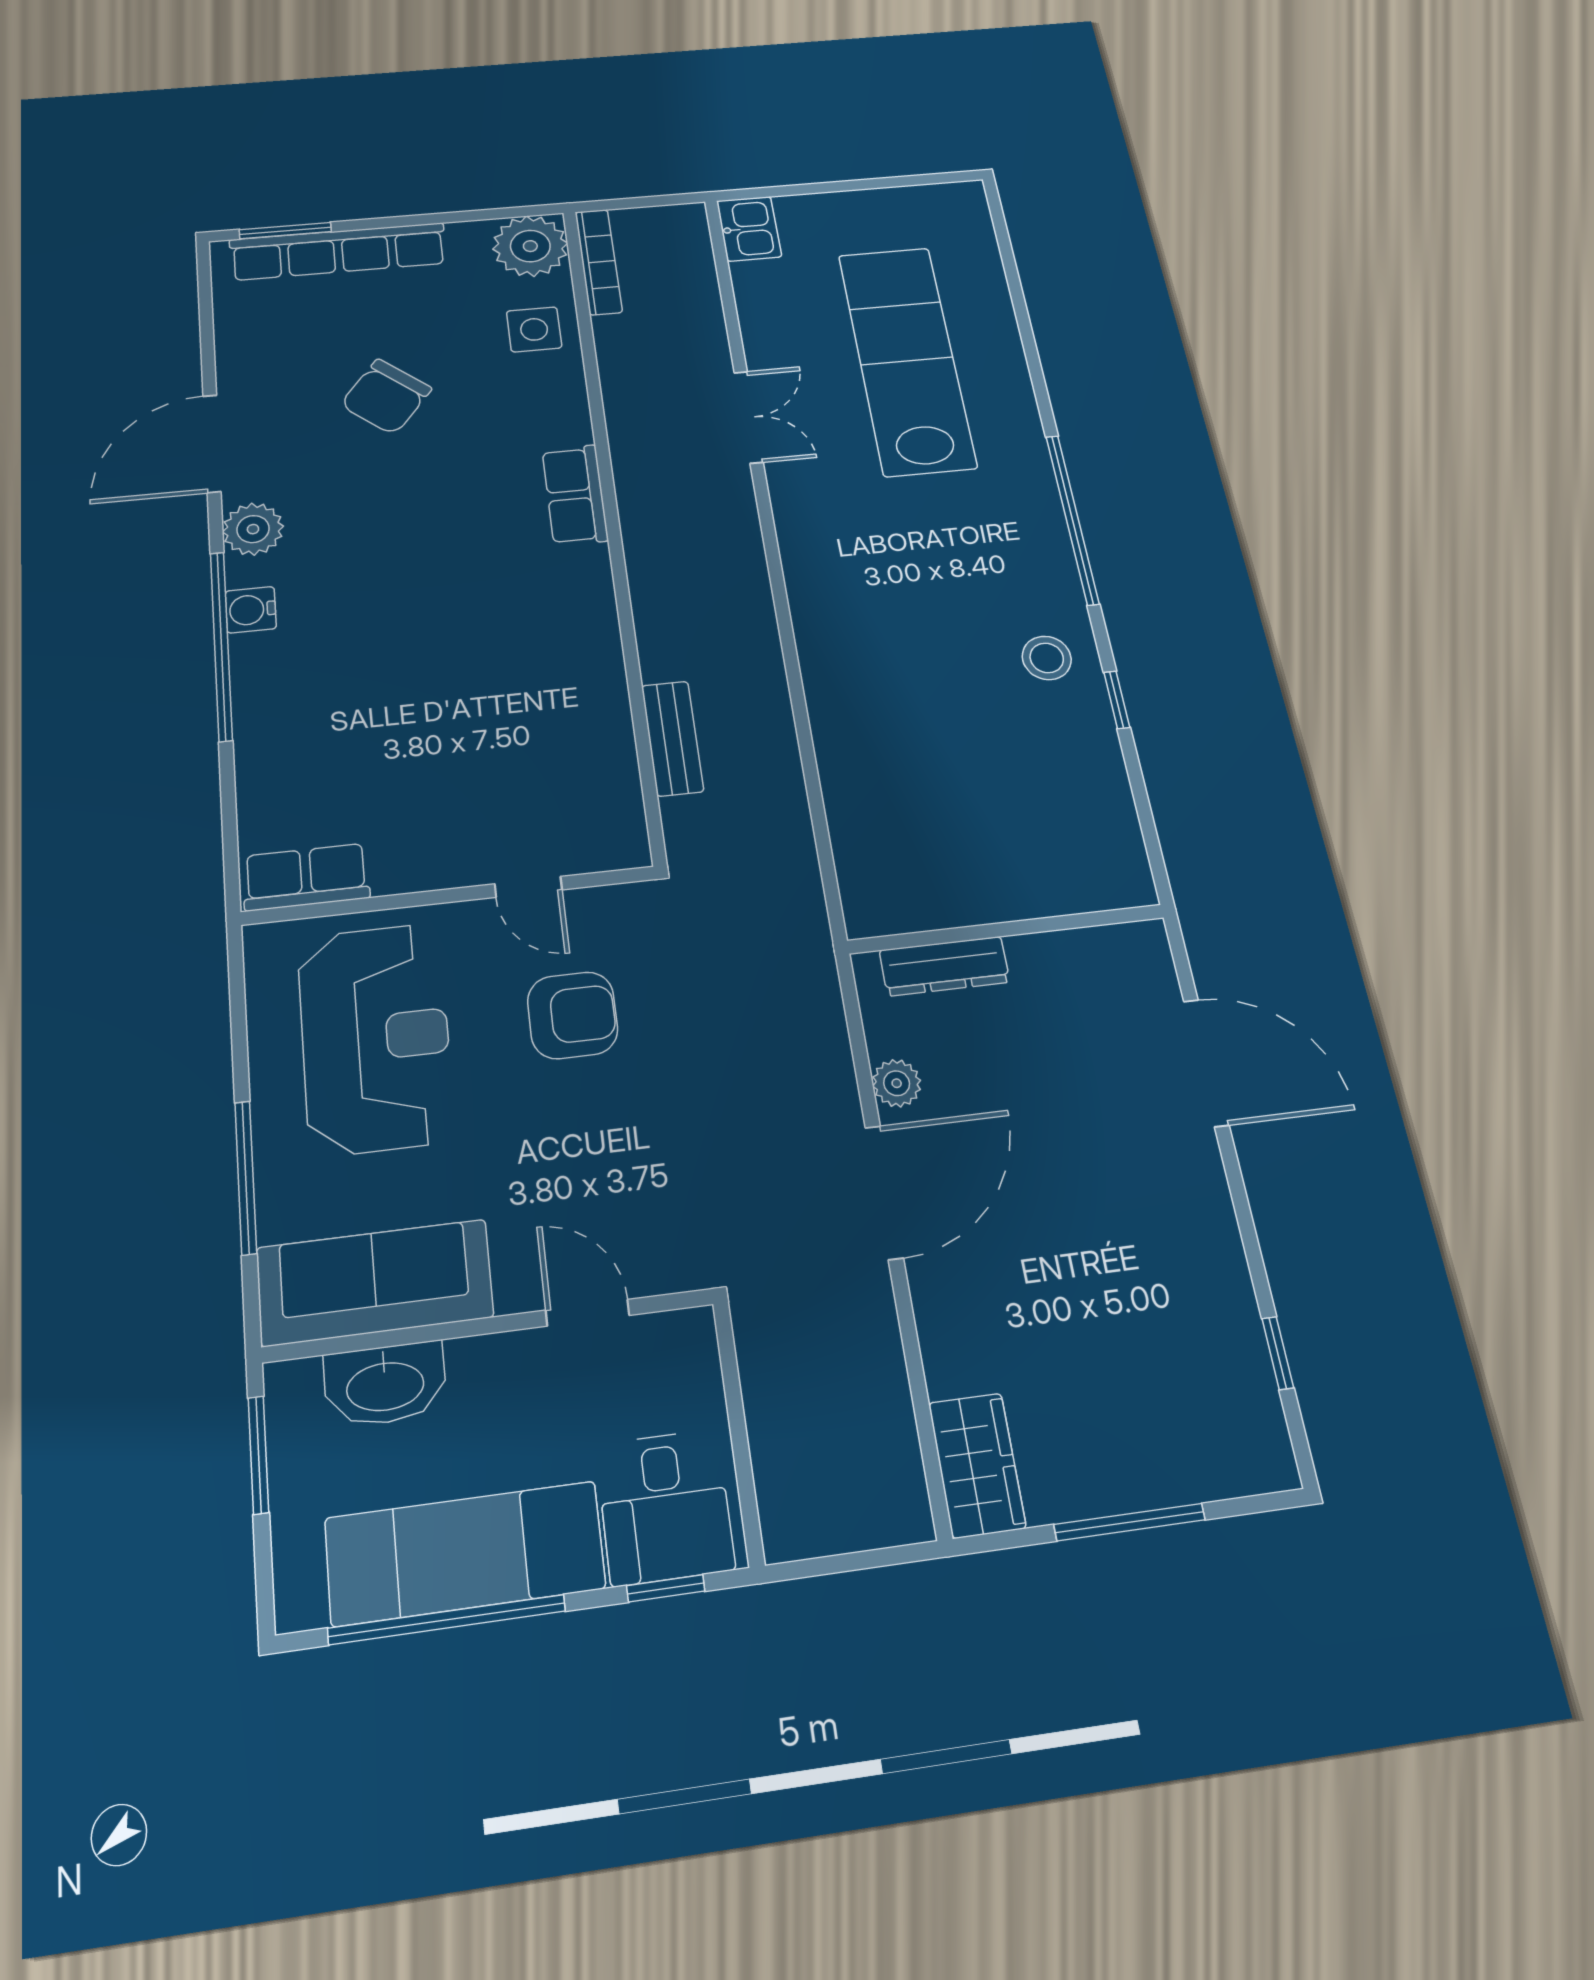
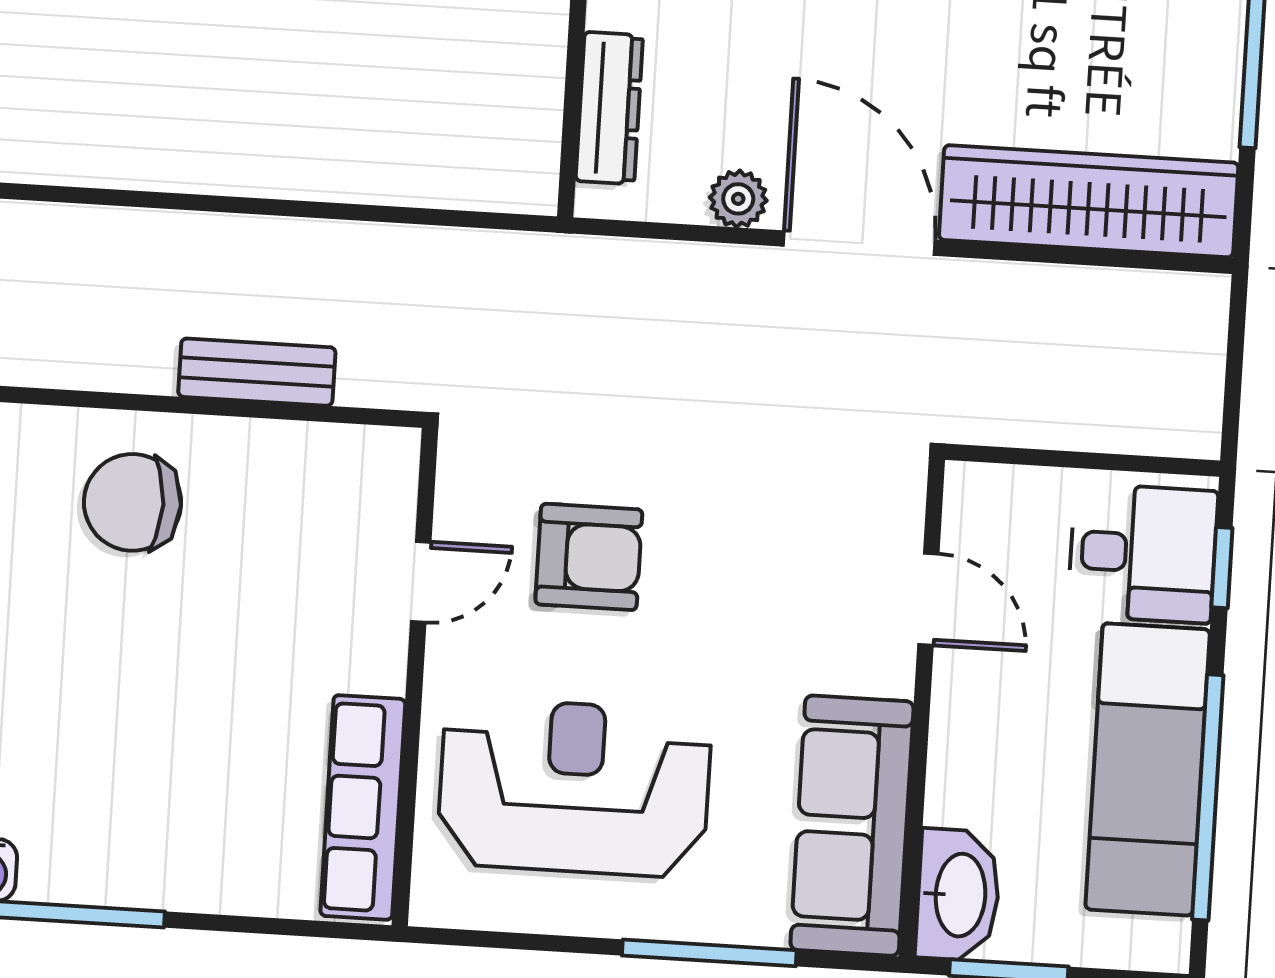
chair: (553, 667) -> (133, 502), added
row of seats: (306, 877) -> (363, 807), width x1.48
armchair: (573, 1015) -> (589, 557), turned 90
door: (588, 1313) -> (928, 599), swing flipped
washbasin: (385, 1384) -> (958, 895), moved
wardrobe: (977, 1465) -> (1089, 201), width x2.10, depth x1.17

